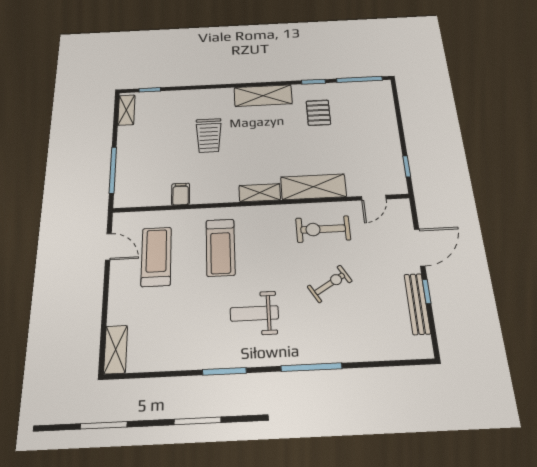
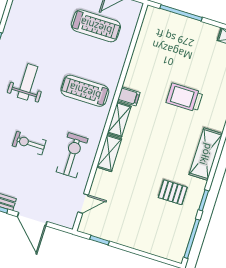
shelving: (313, 187) -> (109, 153), width x0.67, depth x0.75
filing cabinet: (181, 194) -> (129, 96), moved
door: (374, 198) -> (83, 204), swing flipped
treadmill: (220, 247) -> (85, 91), moved
exercise bike: (330, 284) -> (29, 143), turned 121

